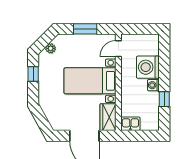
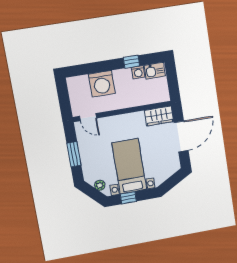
bed with nightstands: (90, 81) -> (129, 166), moved, turned 180
washing machine: (153, 85) -> (138, 72), moved
kitchen sink: (130, 124) -> (155, 71), moved, turned -90

